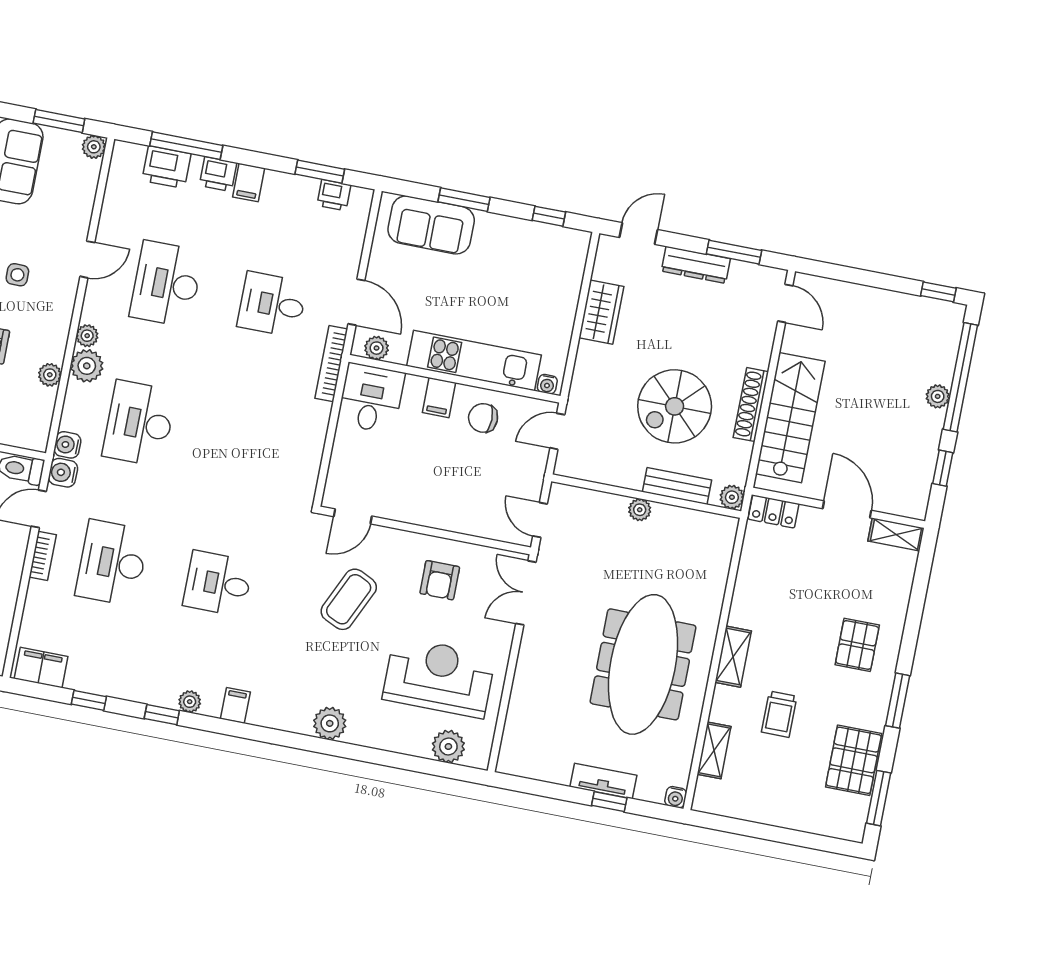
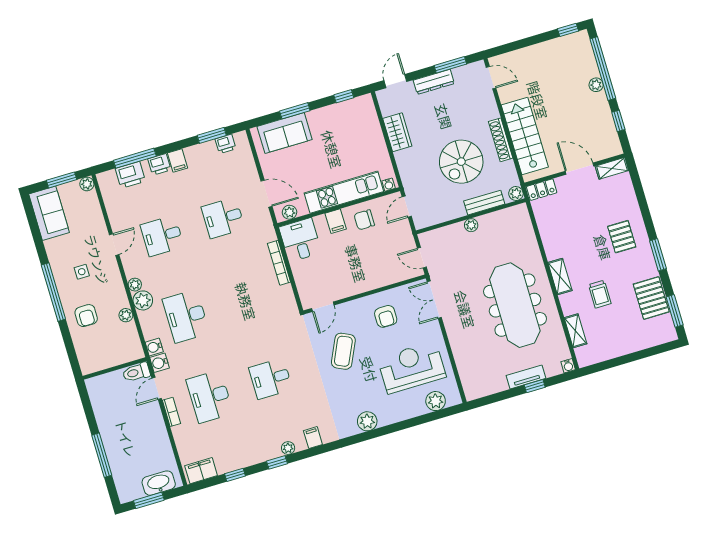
desk: (166, 284) -> (162, 236), width x0.73
bookcase: (331, 364) -> (279, 263), moved

